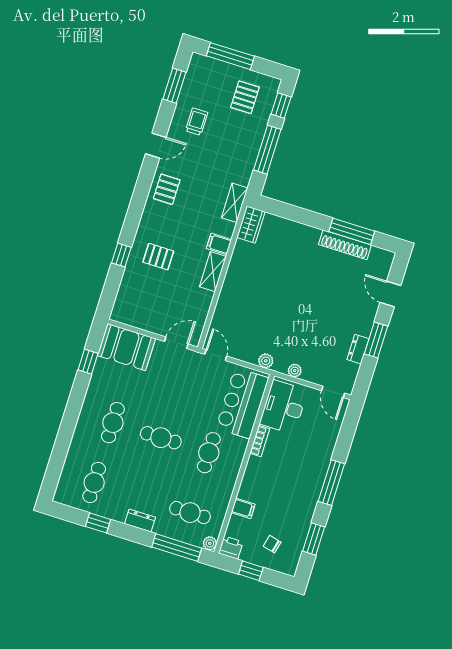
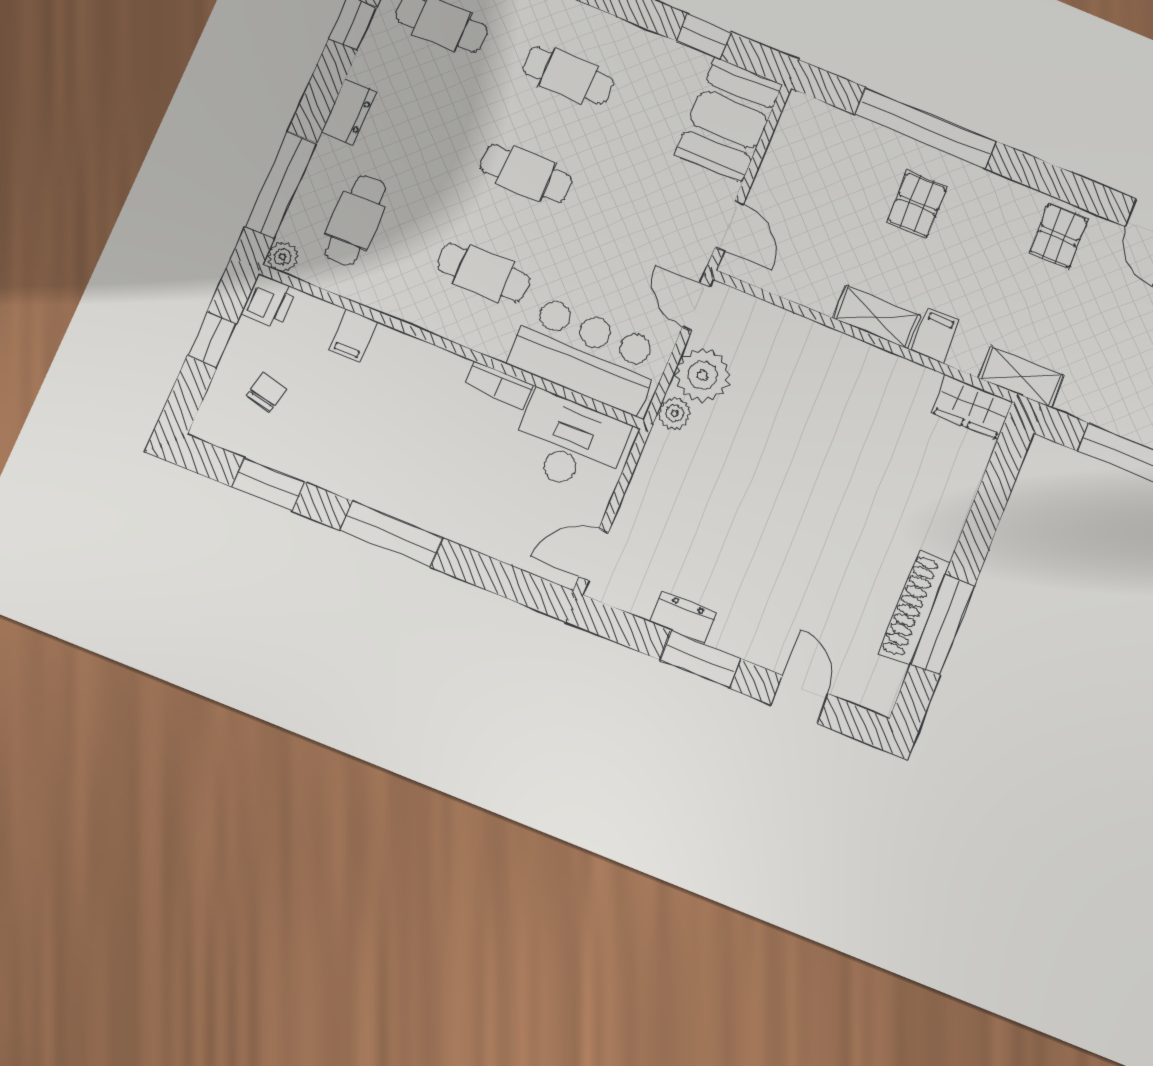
pallet: (167, 189) -> (1059, 236), turned 90
window: (121, 255) -> (926, 128), width x3.17
door: (390, 294) -> (800, 699), hinge flipped
door: (216, 355) -> (696, 307), swing flipped
plant: (295, 371) -> (702, 375), moved, width x1.88, depth x1.88
cafe table: (161, 438) -> (526, 173), turned 90

